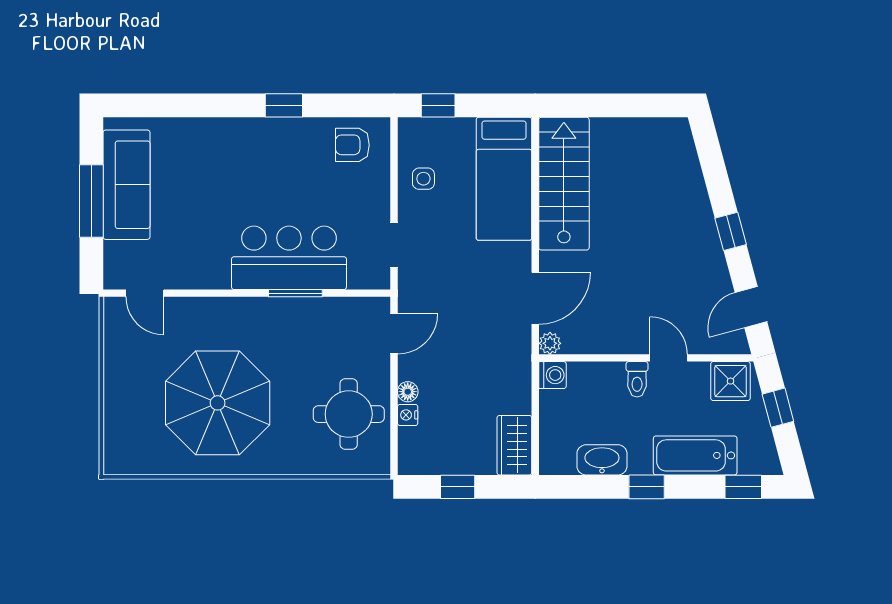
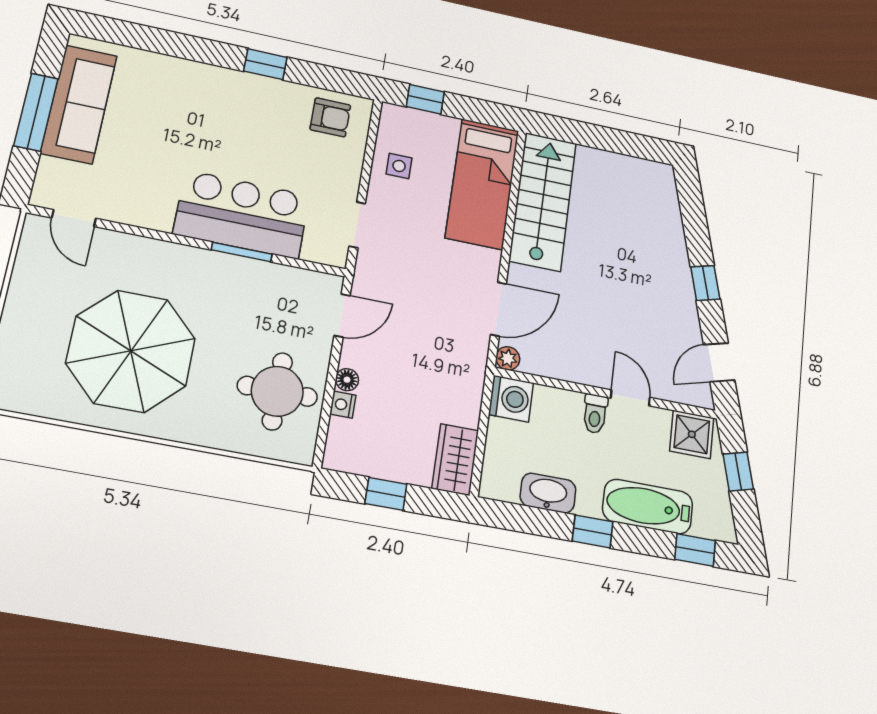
armchair: (352, 145) -> (330, 117), turned 180
washing machine: (552, 375) -> (511, 399), width x1.38, depth x1.38

